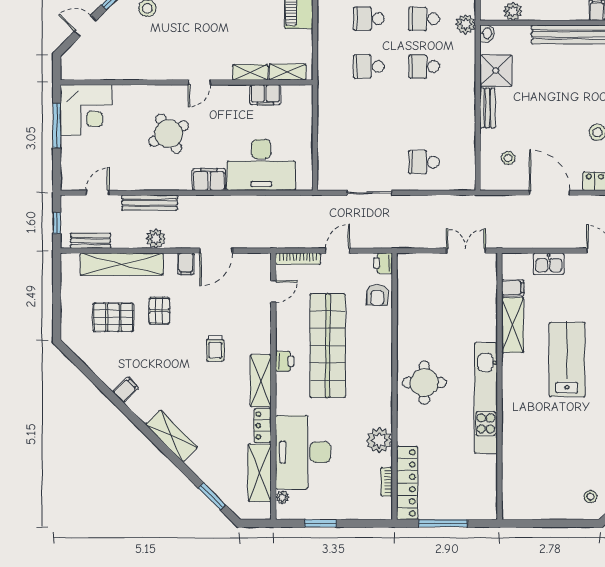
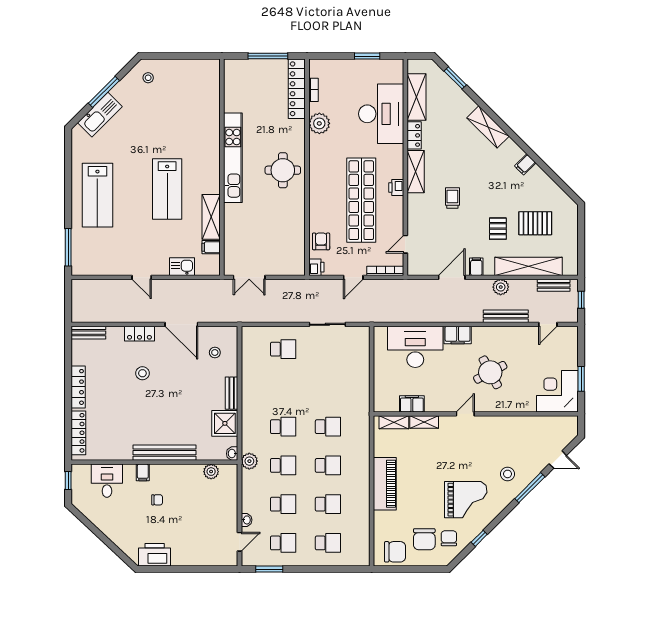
window: (57, 125) -> (581, 379), width x0.69
plant: (282, 497) -> (398, 77), removed

